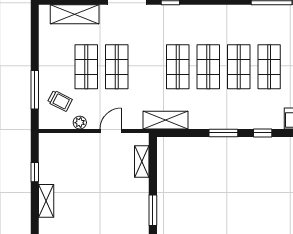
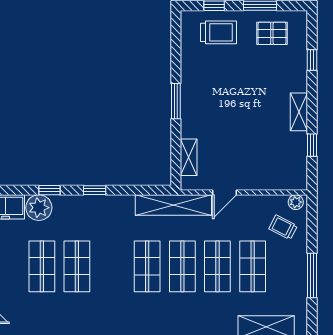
shop shelf: (208, 67) -> (182, 266), moved
window: (35, 90) -> (312, 275), moved
plant: (272, 118) -> (39, 208), added
shelving: (166, 120) -> (173, 205), width x1.47
plant: (80, 123) -> (296, 202), moved
window: (223, 133) -> (95, 190), width x0.67

